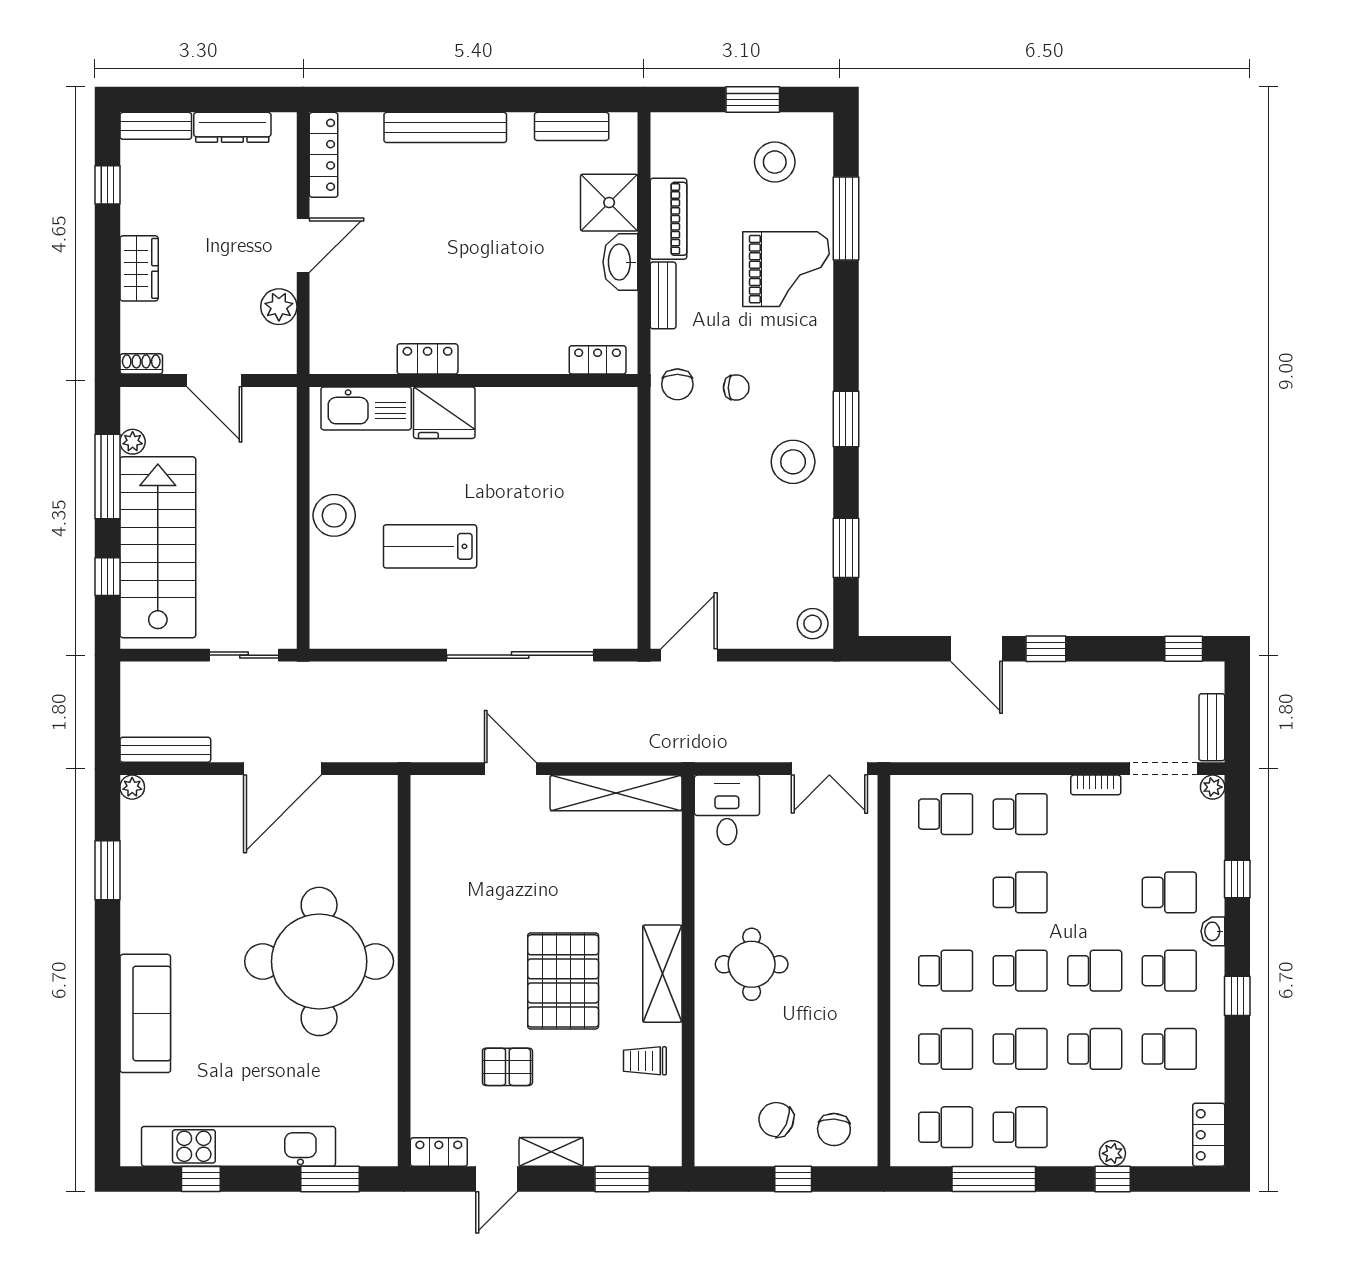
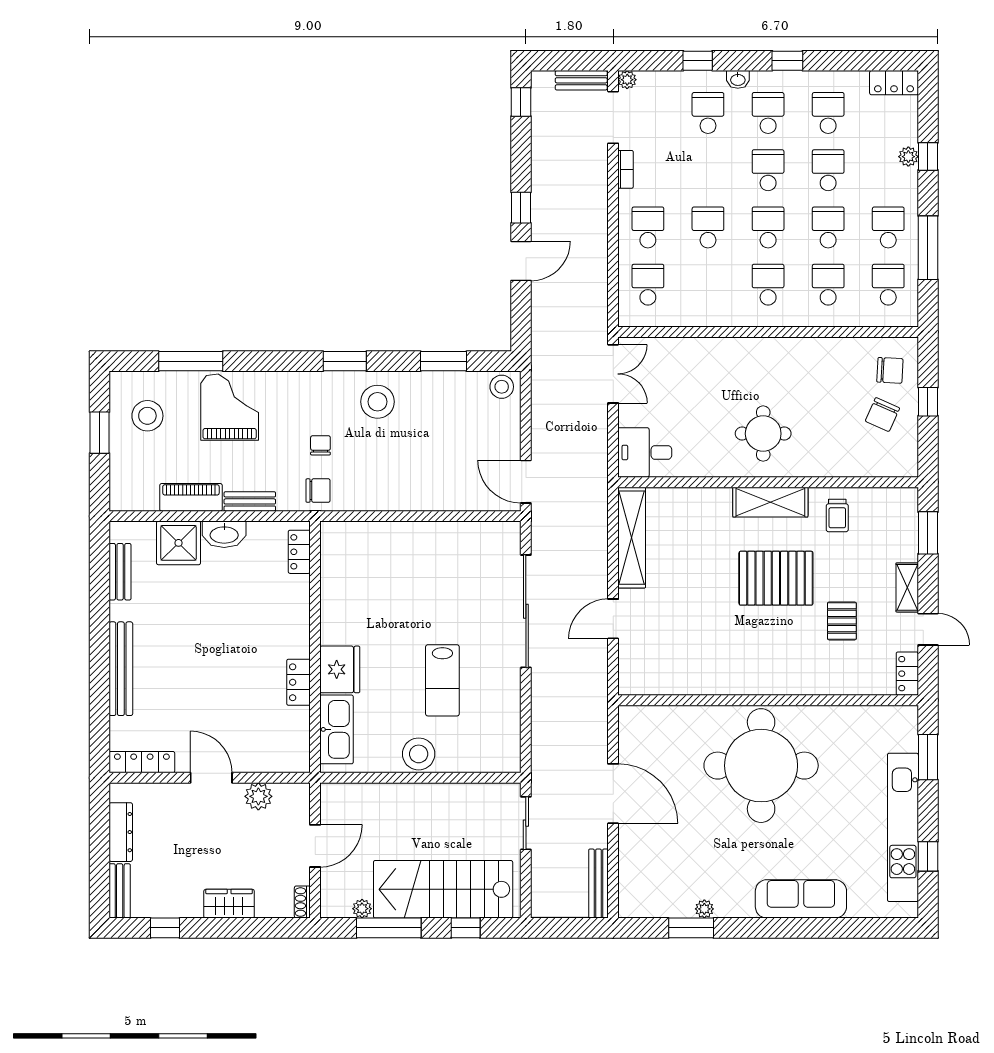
plant: (132, 787) -> (704, 909), moved

